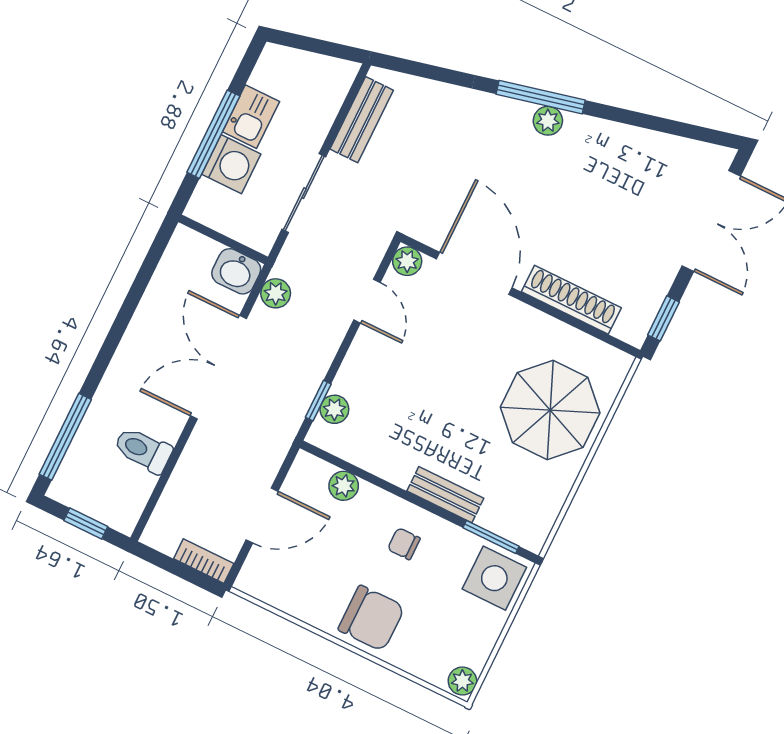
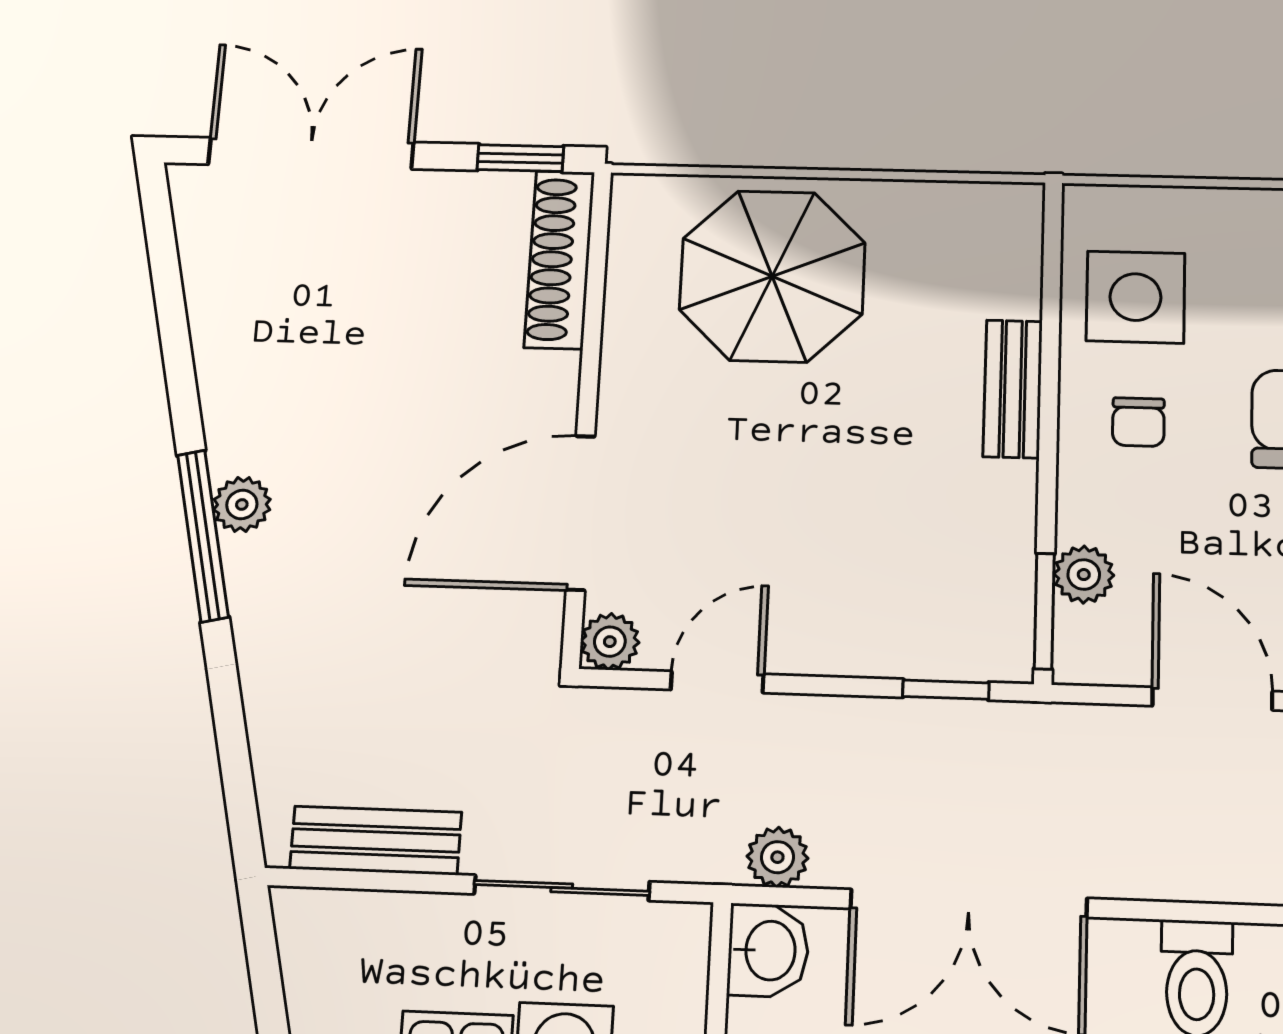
shoe rack: (571, 300) -> (559, 259), moved
plant: (334, 409) -> (948, 653), removed
window: (491, 537) -> (1044, 611), moved
side table: (494, 578) -> (1135, 297), moved

